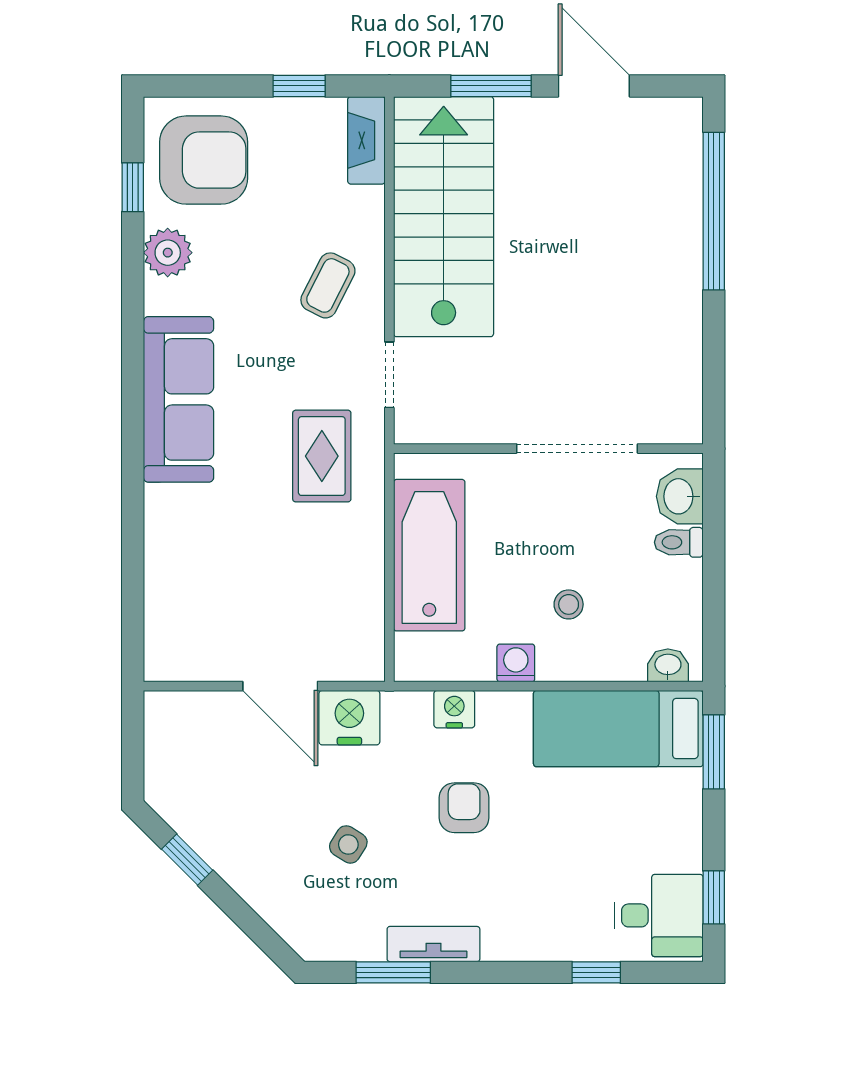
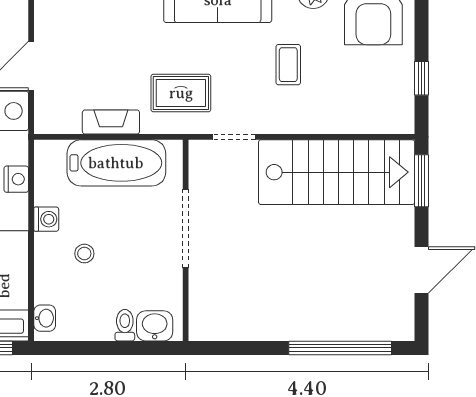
window: (491, 86) -> (422, 181), moved
fireplace: (366, 140) -> (111, 122), moved
coffee table: (328, 285) -> (288, 65), moved, turned 63
doorway: (577, 449) -> (186, 228), moved

